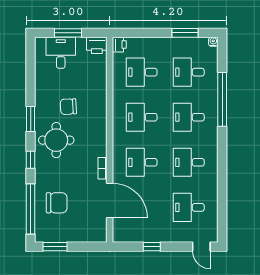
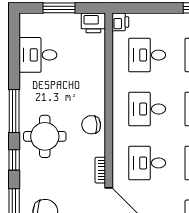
desk: (61, 53) -> (38, 55), moved, turned -90
chair: (68, 107) -> (91, 125), moved
window: (31, 119) -> (14, 111), width x1.44

